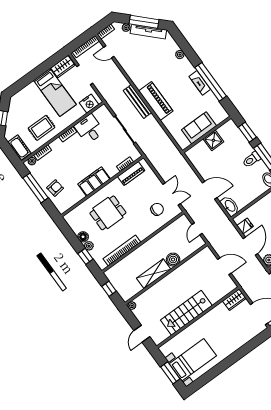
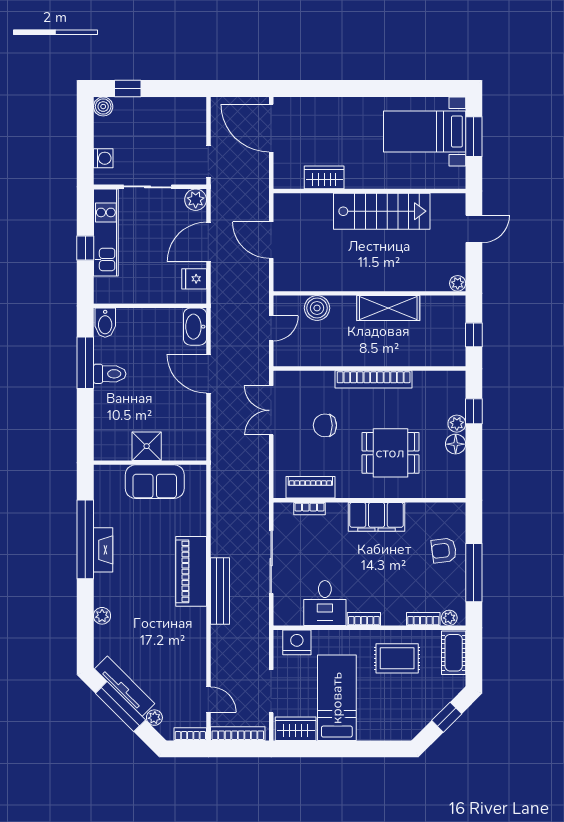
window: (247, 132) -> (85, 421), removed
chair: (157, 209) -> (325, 425), moved
bookcase: (122, 250) -> (374, 379), moved
boiler: (173, 260) -> (317, 308), moved
wardrobe: (234, 300) -> (324, 177), moved

